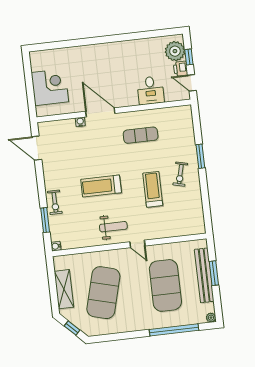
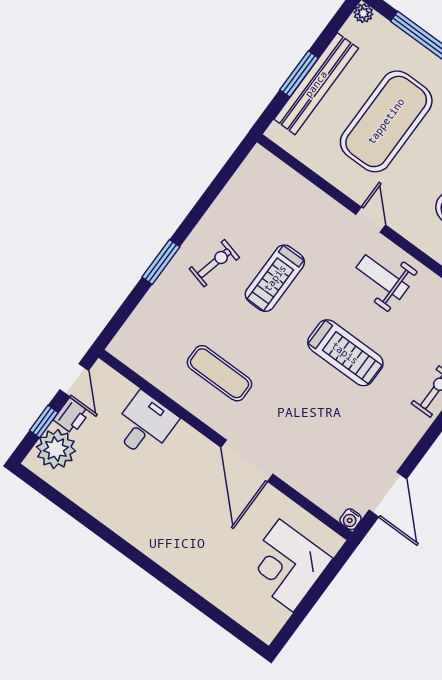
water cooler: (80, 122) -> (351, 519), moved

